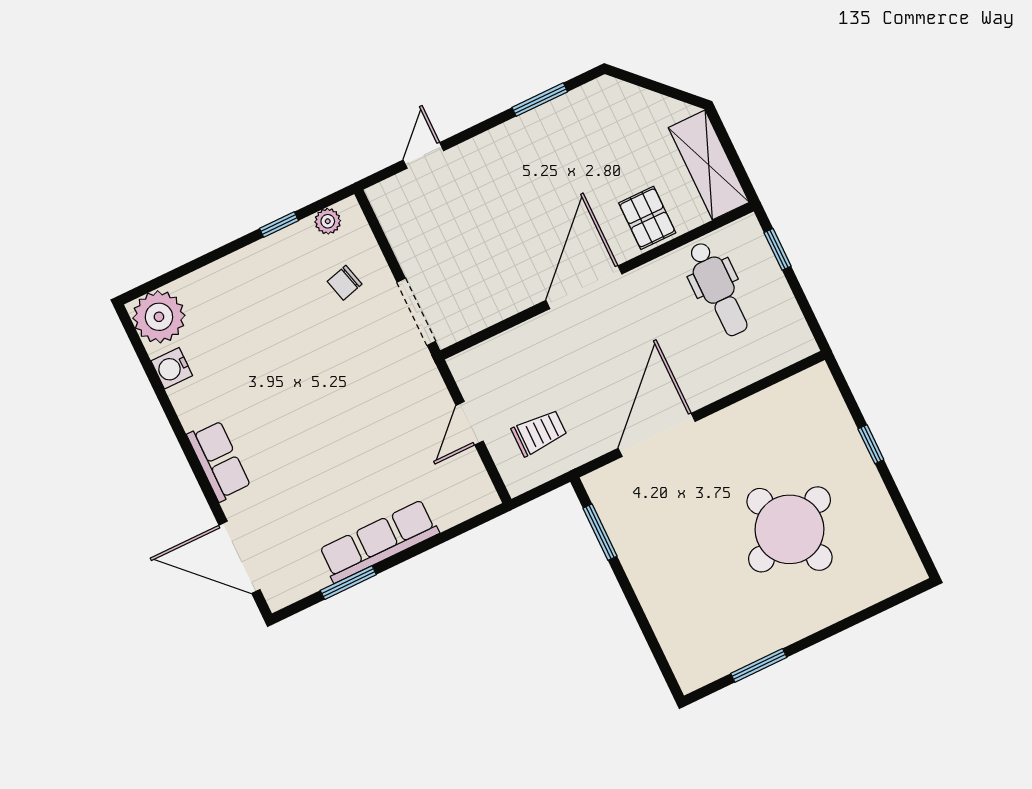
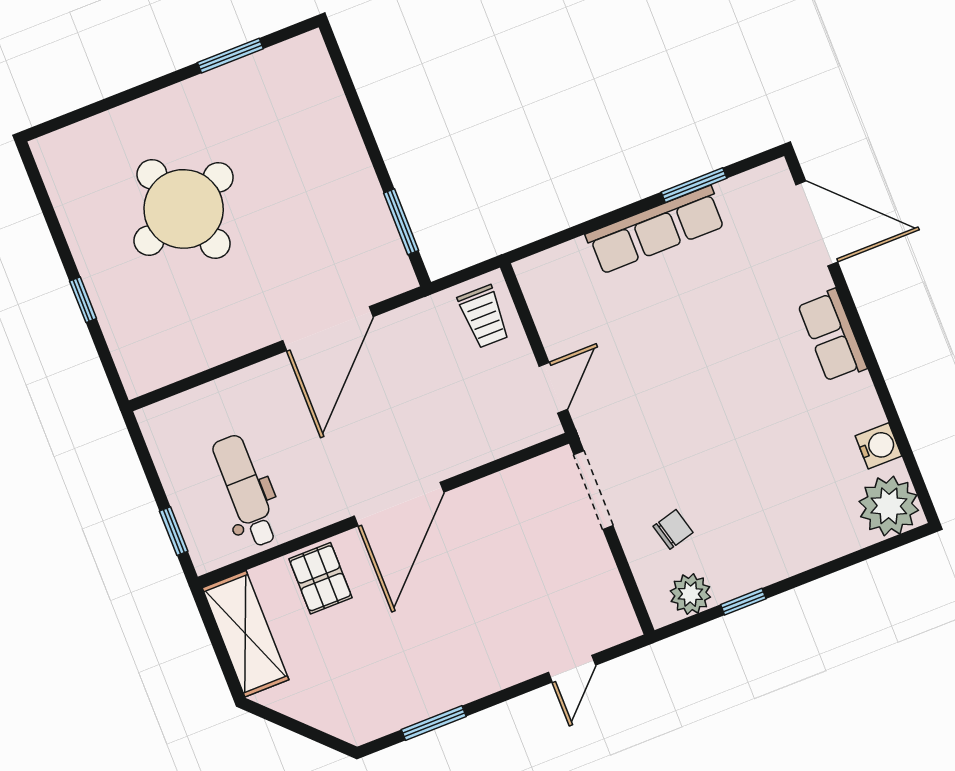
plant: (328, 221) -> (690, 594), width x1.38, depth x1.38
door: (470, 423) -> (553, 388), moved
trolley: (539, 433) -> (484, 317), moved, turned -90

